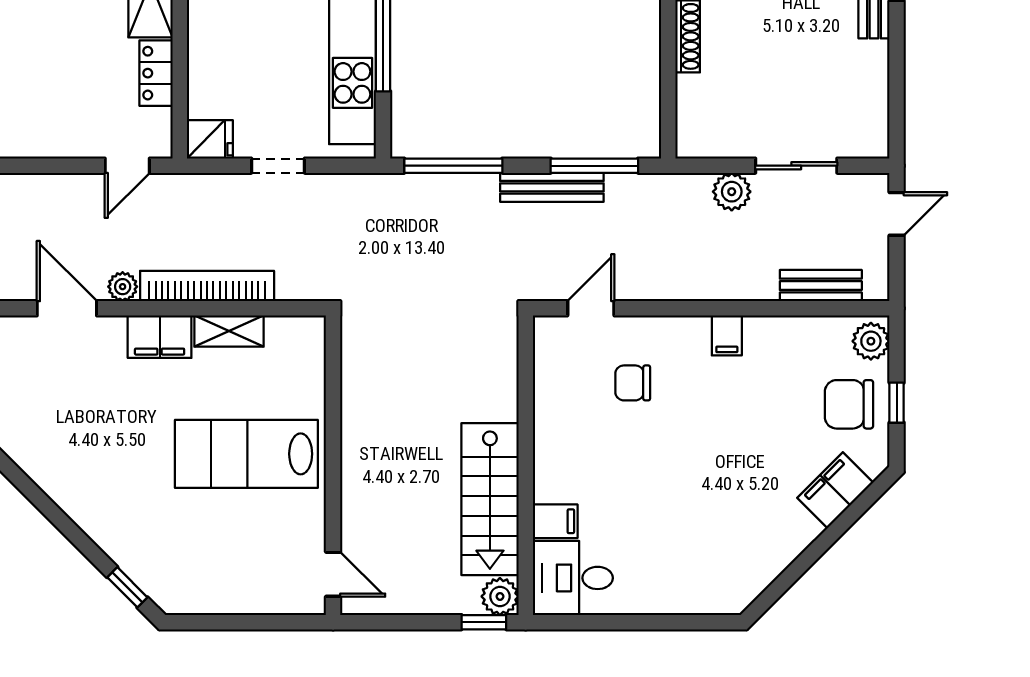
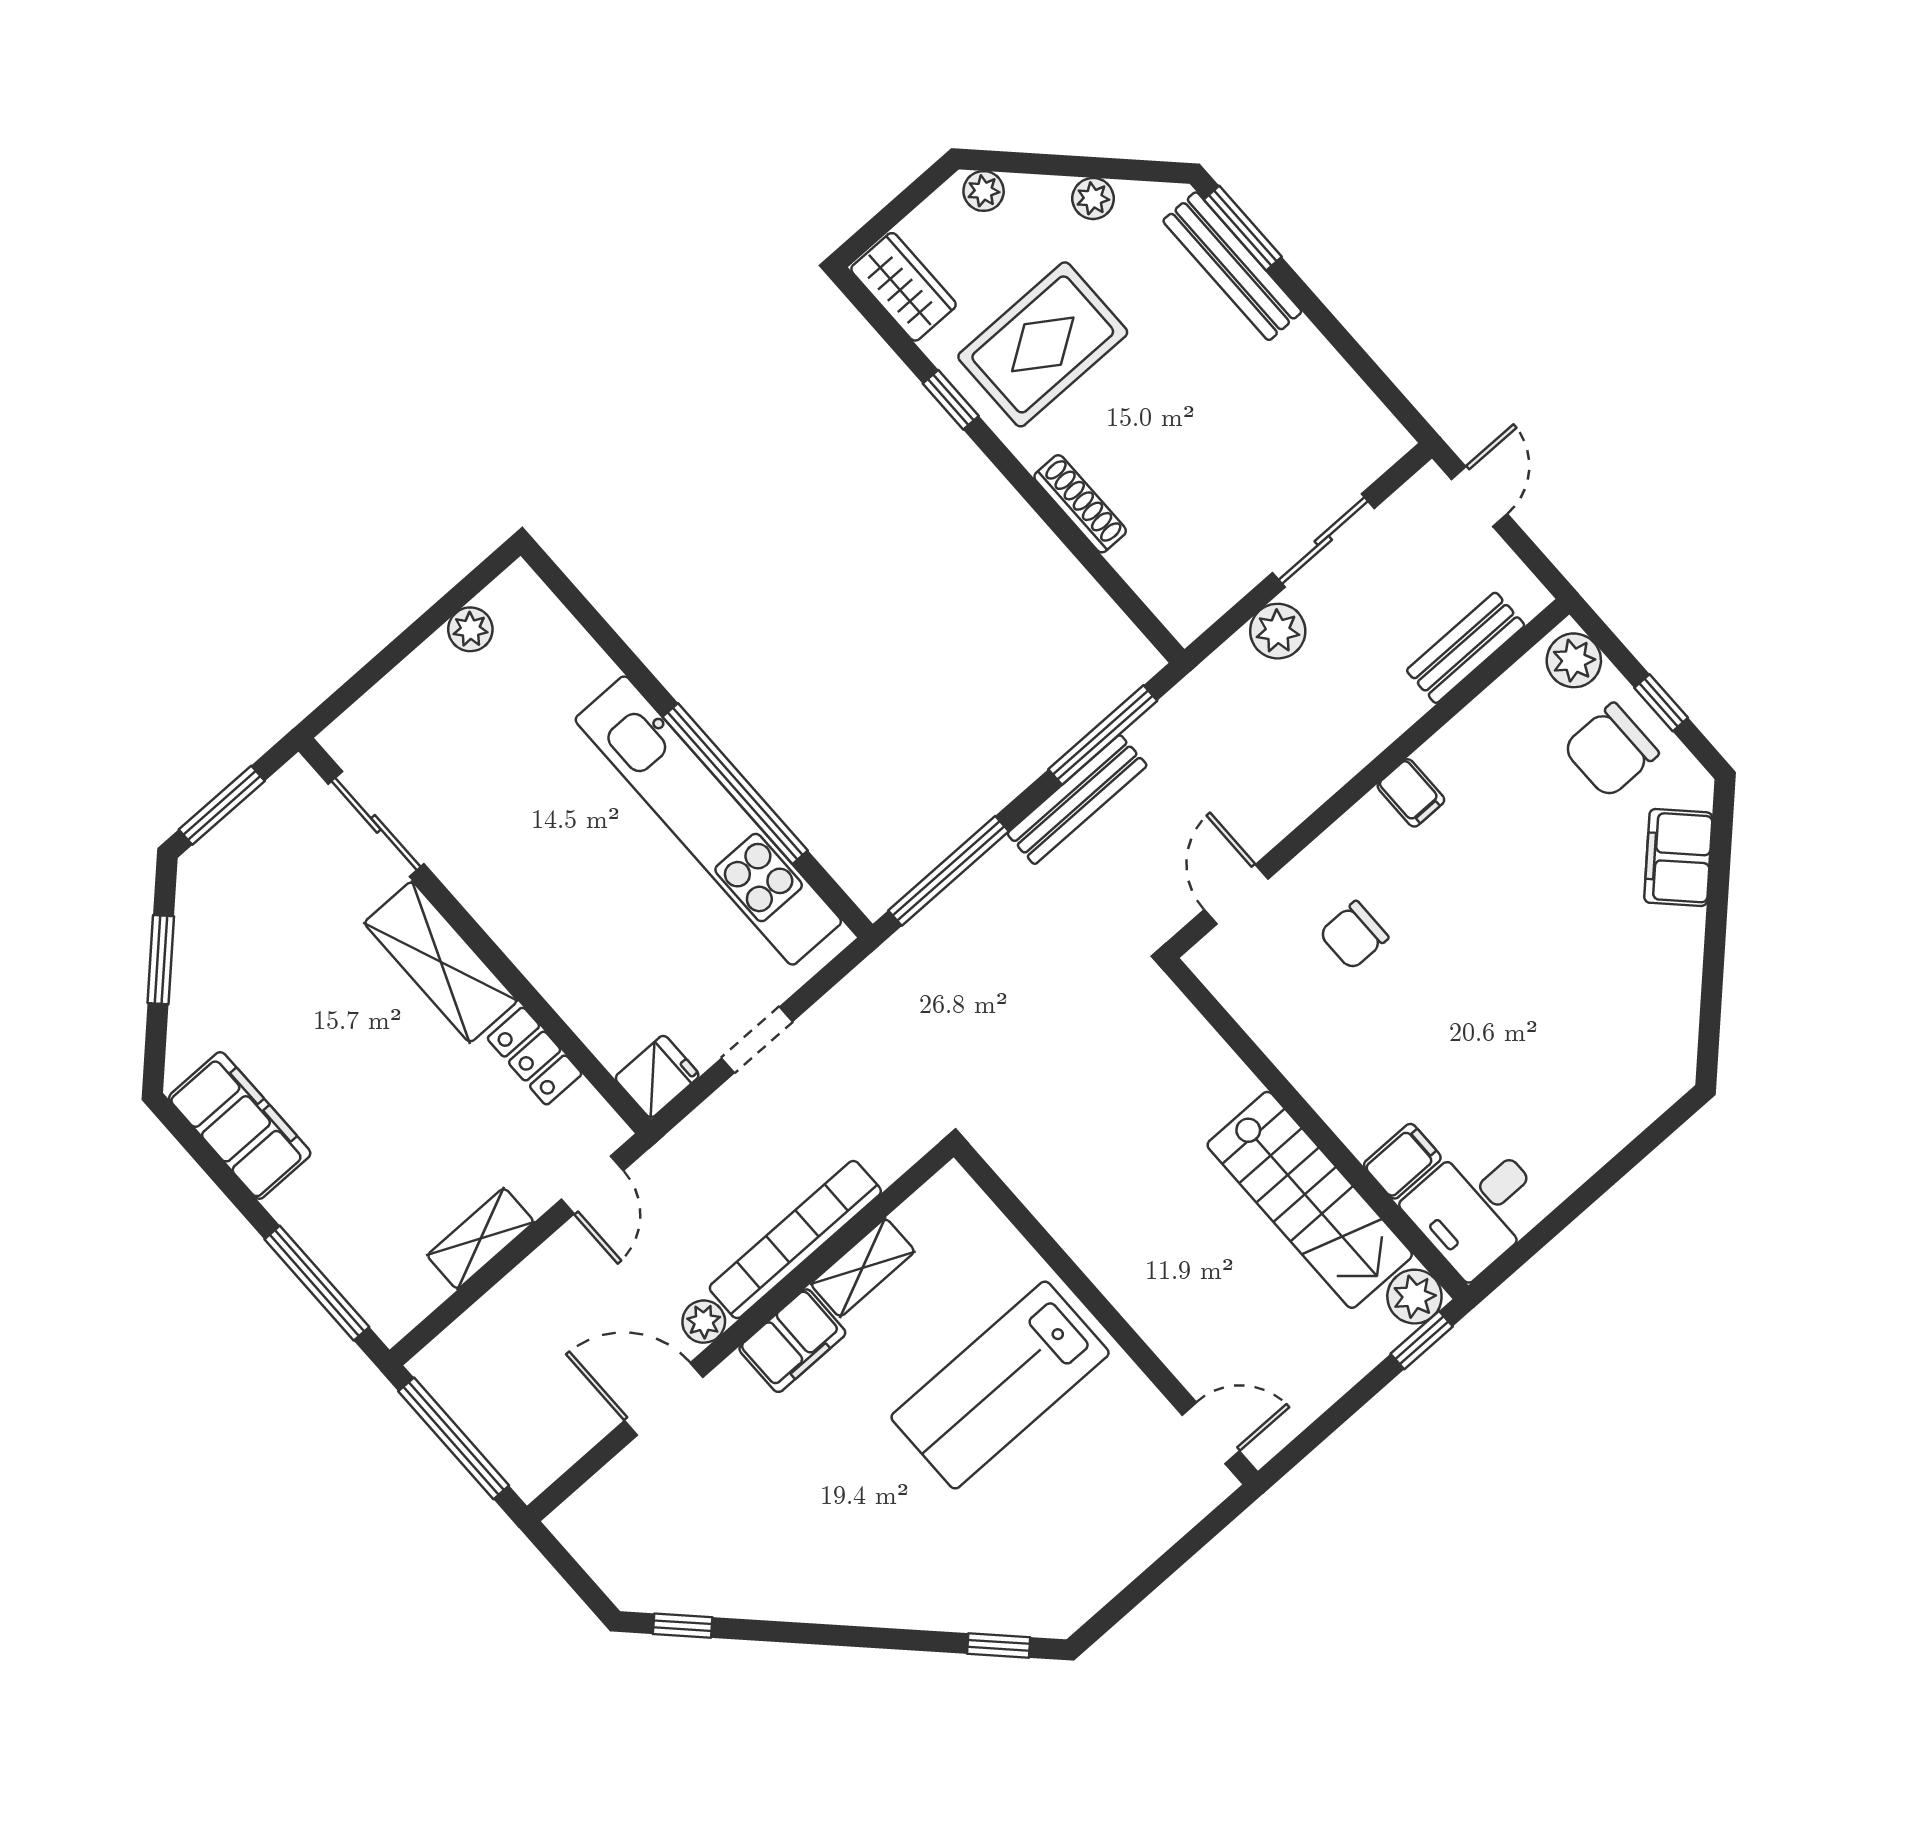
shelving: (45, 143) -> (481, 1239), added

